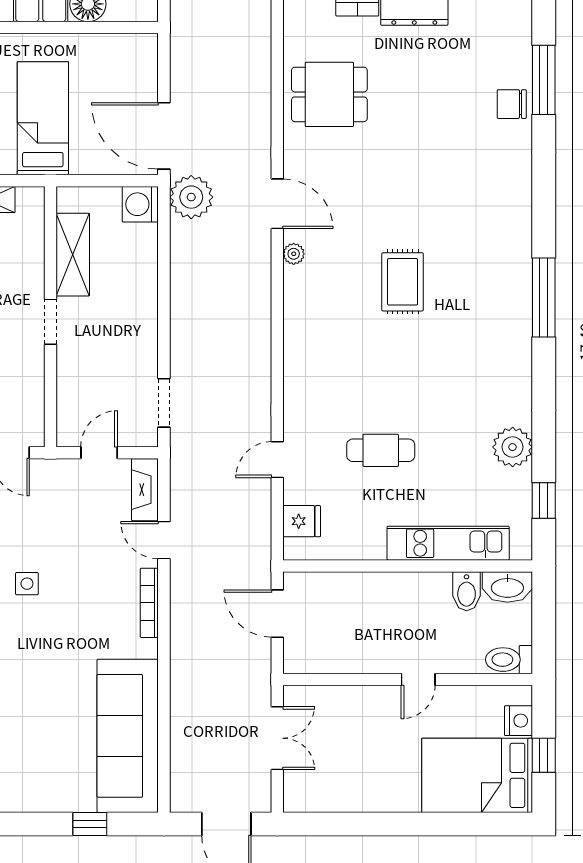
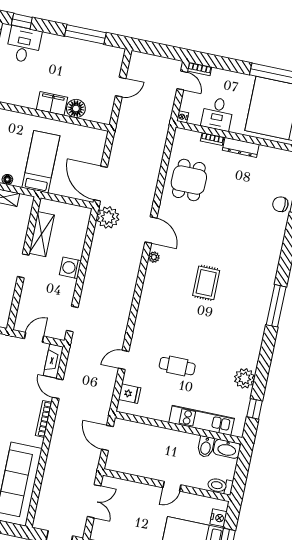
dining table: (329, 94) -> (189, 180), turned 90
washing machine: (140, 204) -> (70, 268), moved

